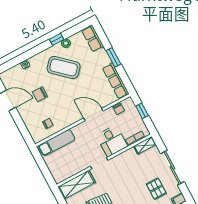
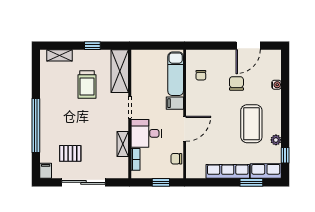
window: (57, 39) -> (285, 155), moved
window: (113, 57) -> (251, 182), moved
coffee table: (64, 67) -> (251, 124), turned -42
row of seats: (116, 81) -> (228, 171), moved
filing cabinet: (78, 132) -> (175, 103), added
shelving: (145, 145) -> (123, 144), moved

